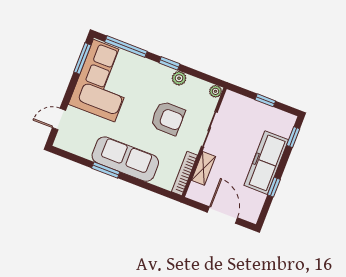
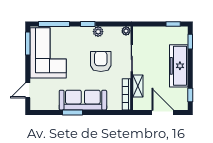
window: (265, 100) -> (173, 24), moved
armchair: (168, 118) -> (101, 61), turned -90
window: (274, 187) -> (190, 95), moved

